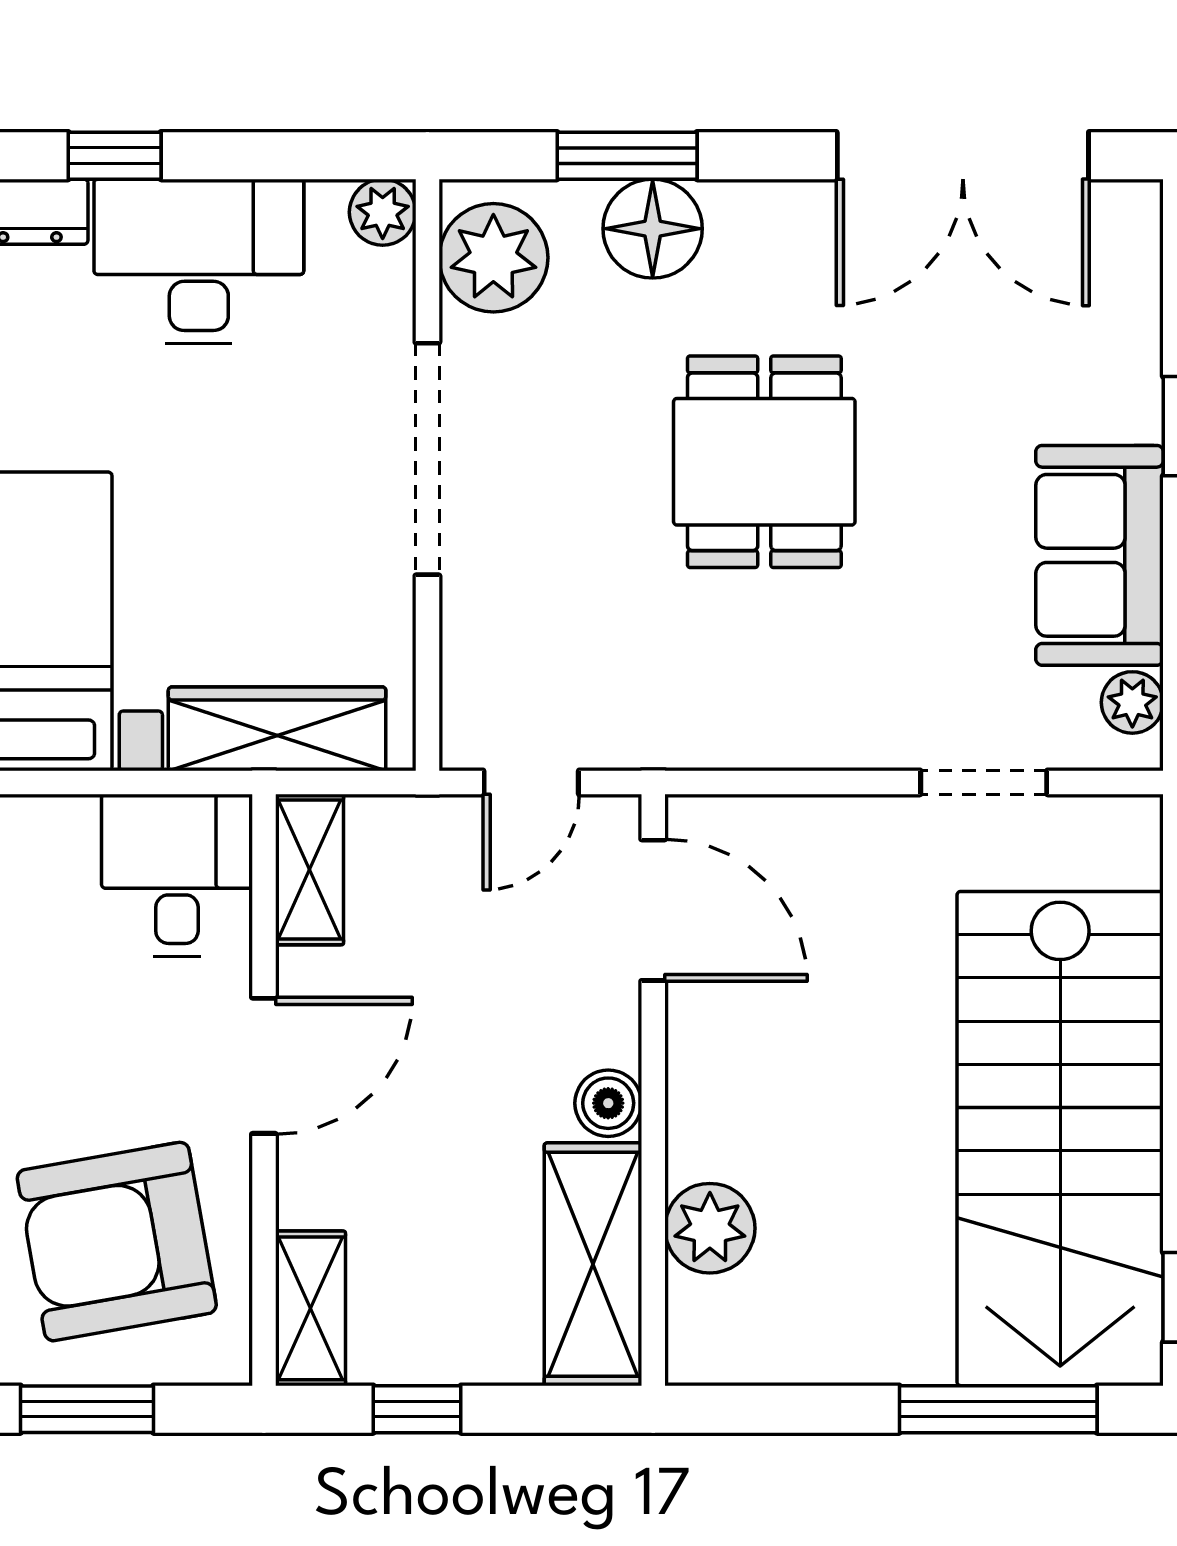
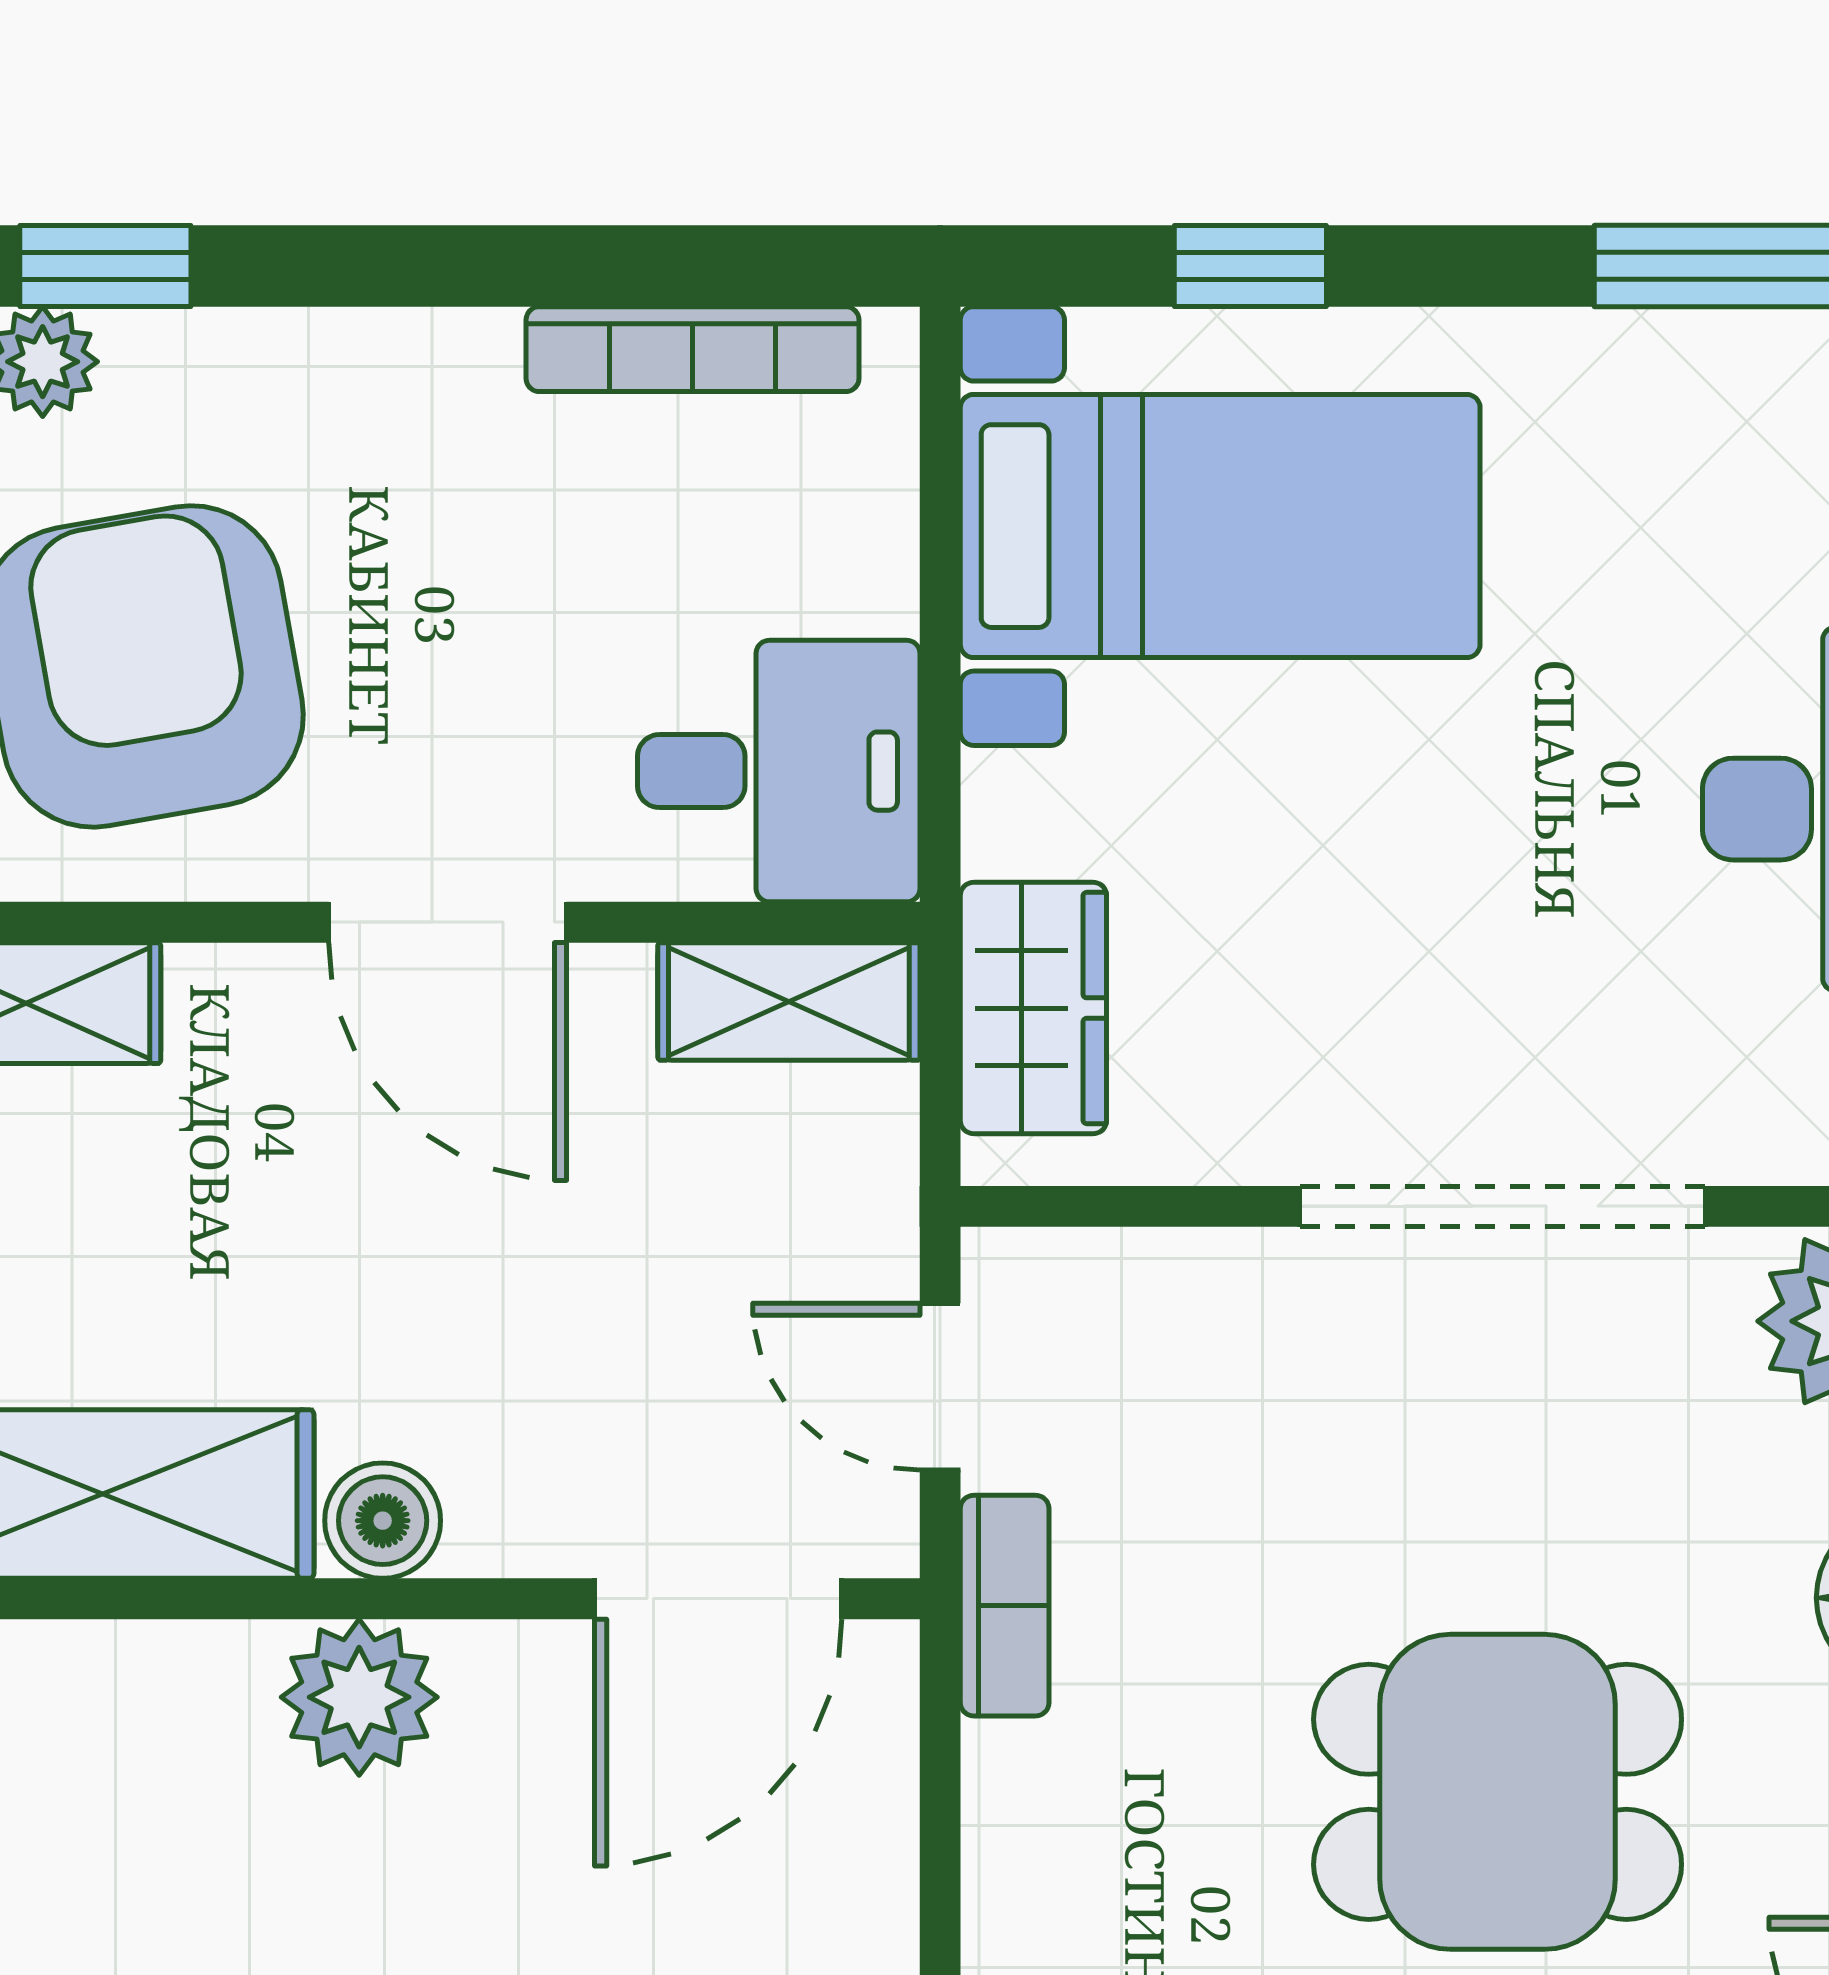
wardrobe: (277, 729) -> (1033, 1008), width x0.67
bookcase: (657, 745) -> (1005, 1606), added
plant: (710, 1228) -> (359, 1697), moved

